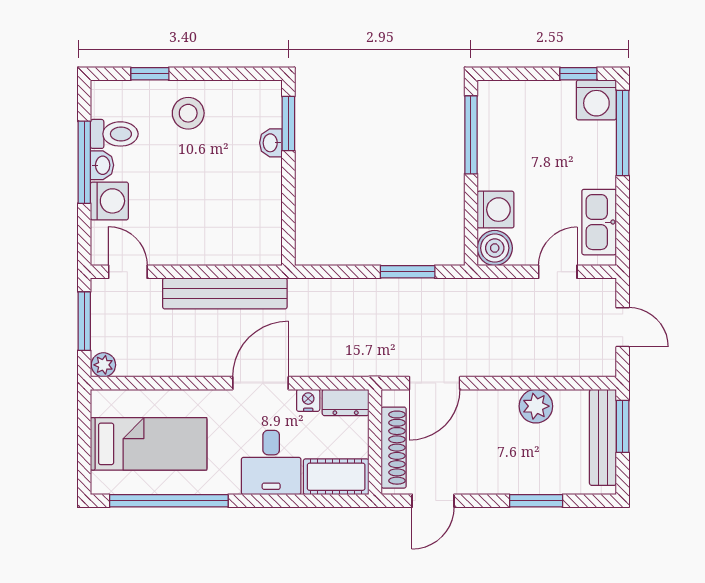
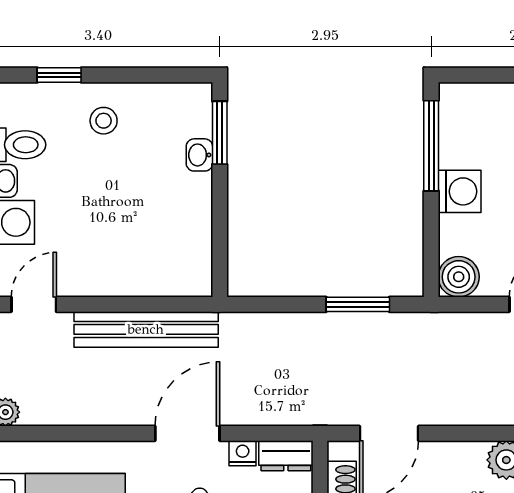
stool: (188, 113) -> (104, 121), width x0.73, depth x0.73
washing machine: (496, 210) -> (460, 191), moved
door: (128, 272) -> (34, 304), hinge flipped

